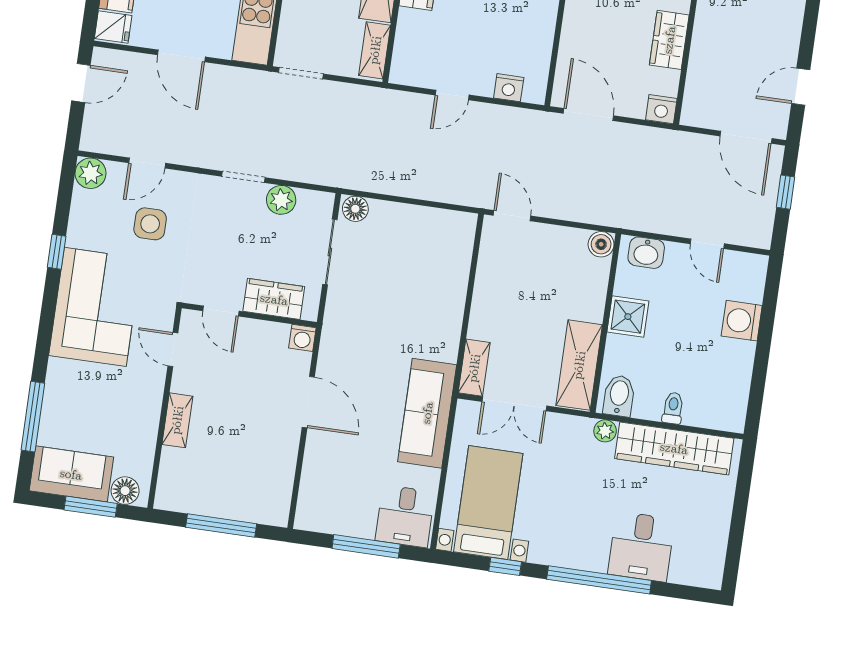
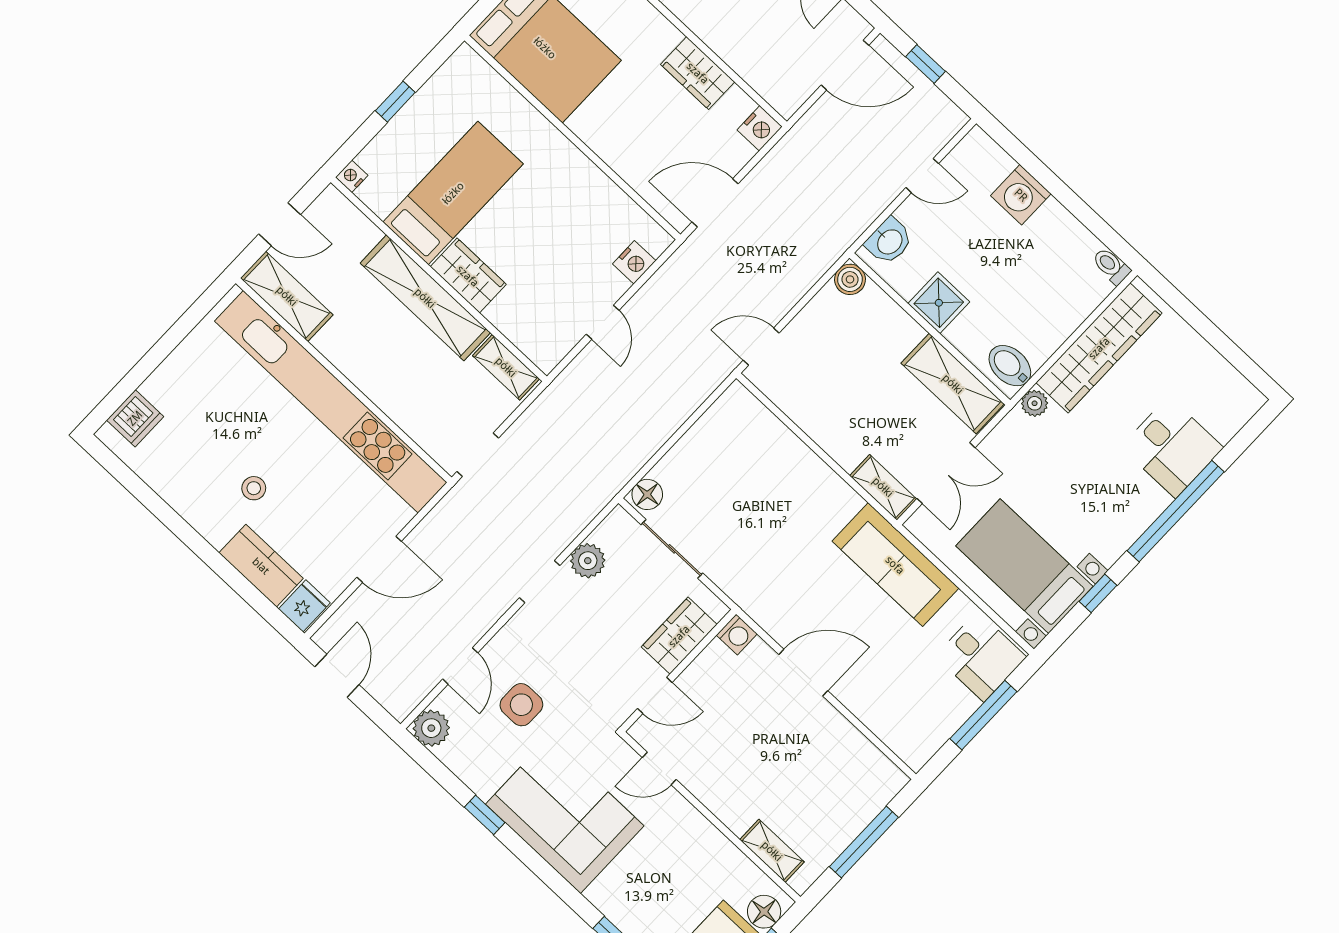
toilet: (673, 408) -> (1111, 266), moved
shelving: (177, 420) -> (772, 851), moved

